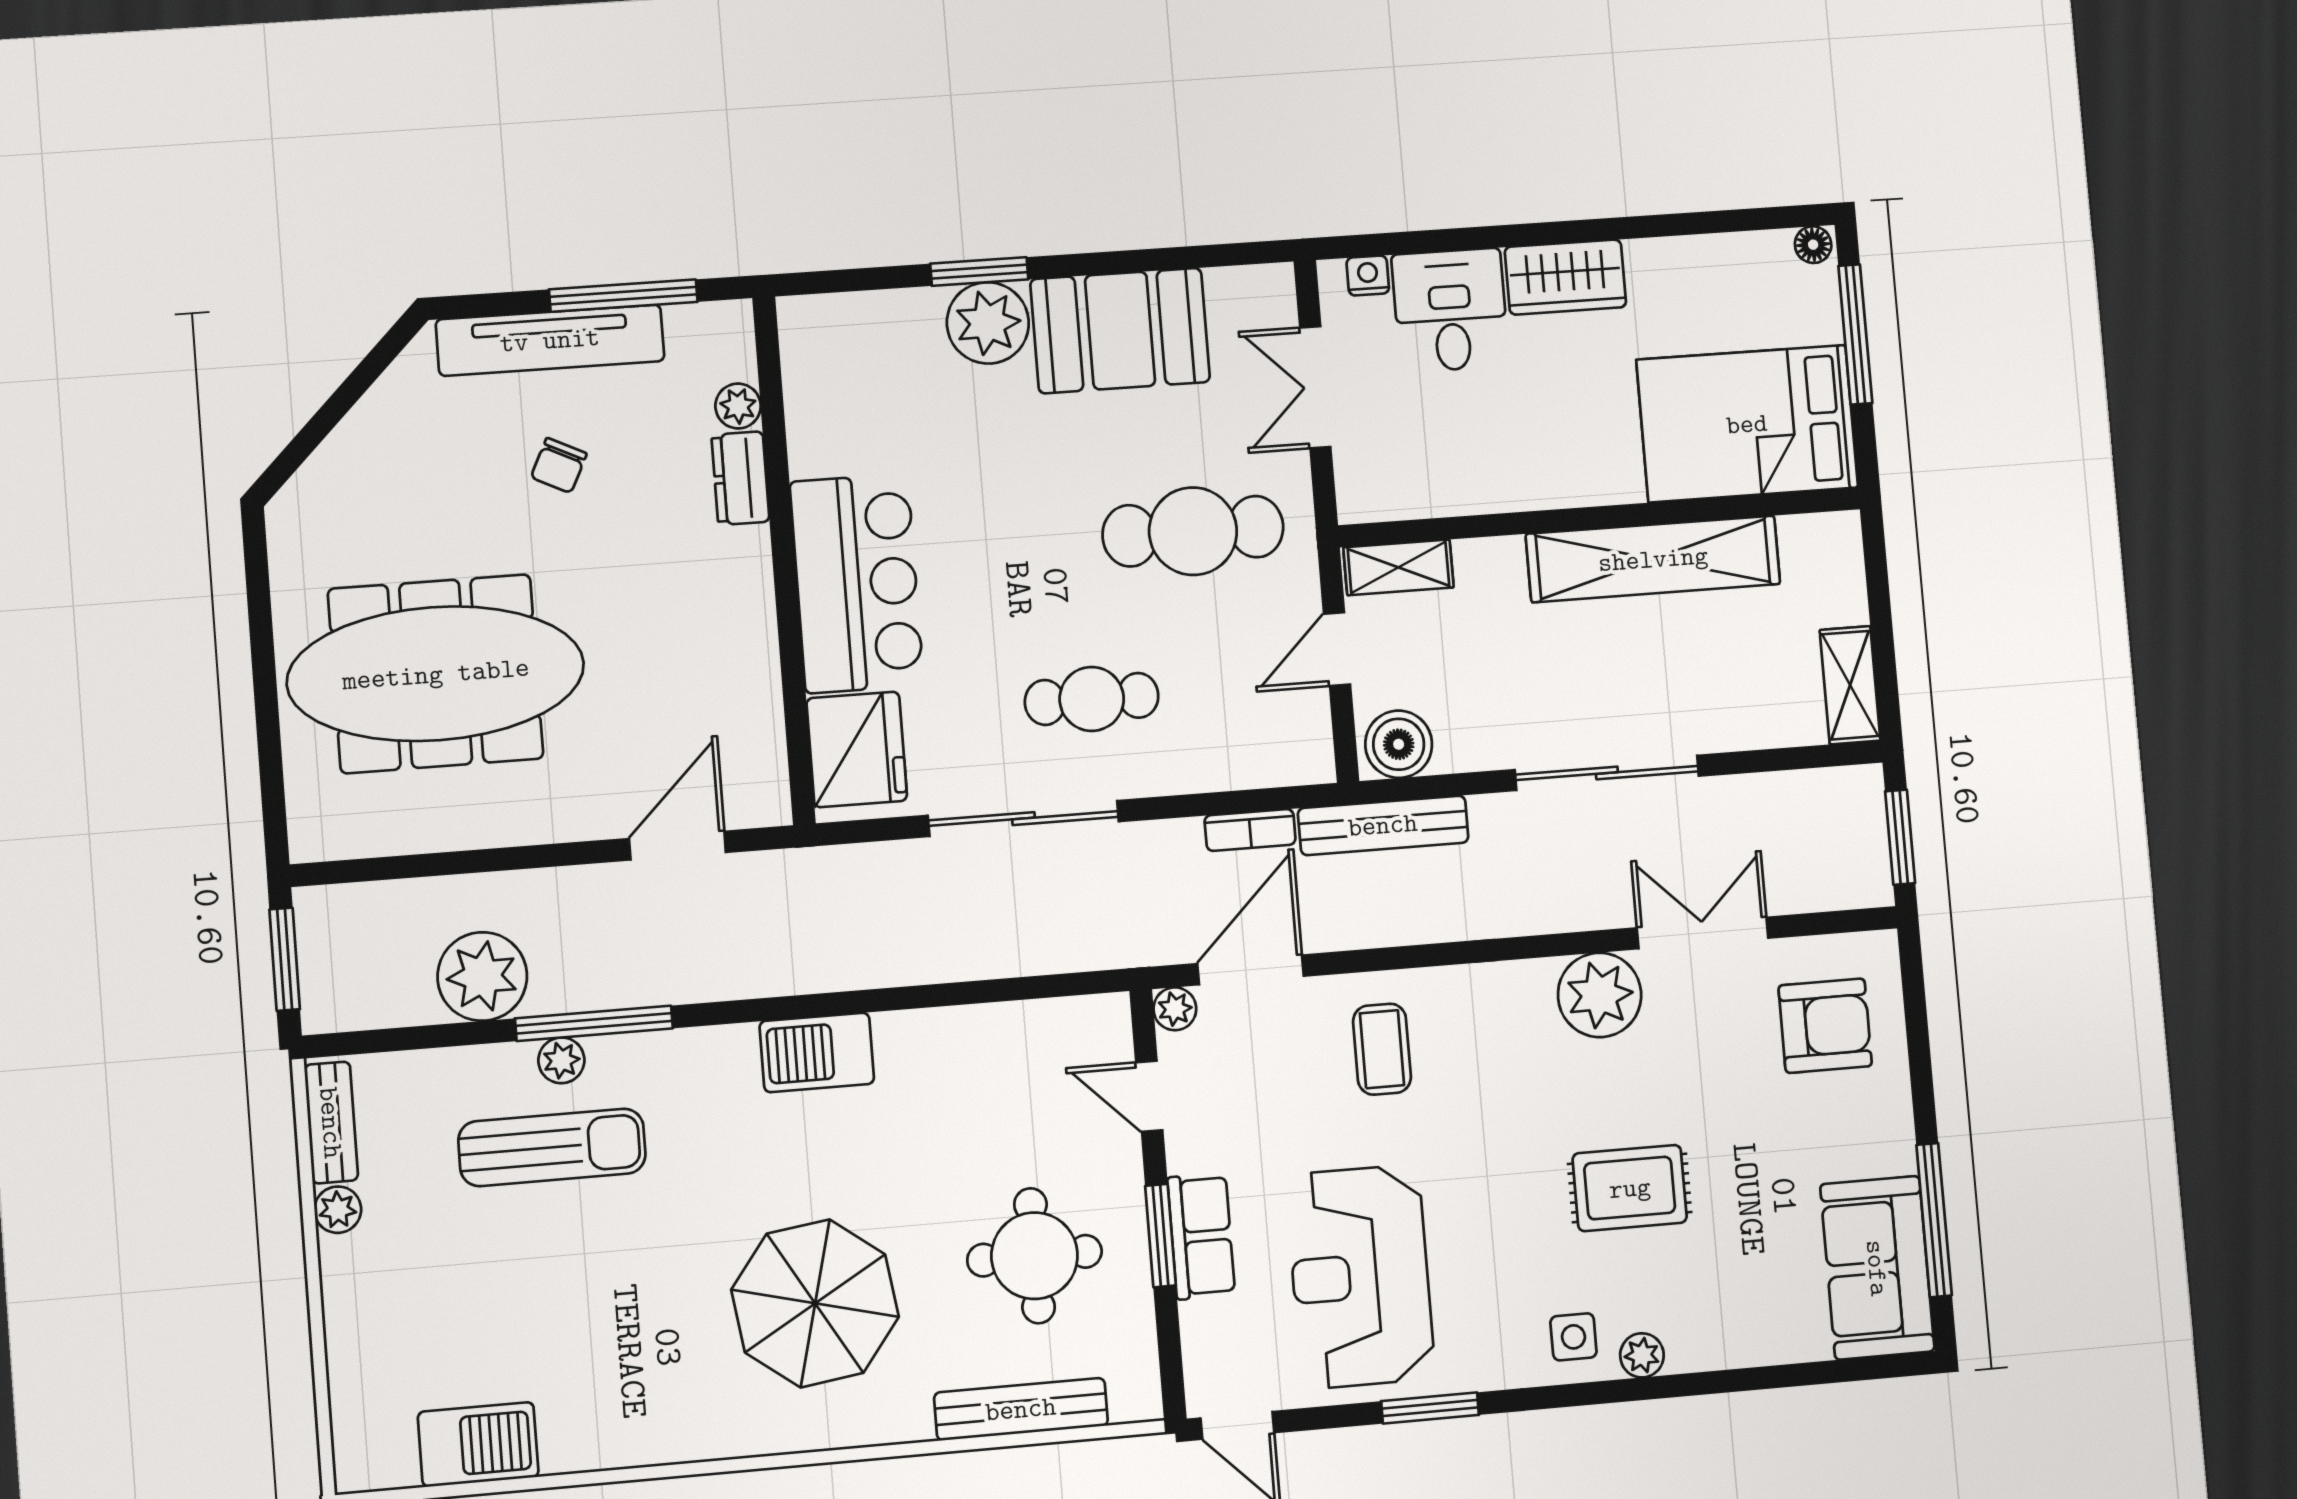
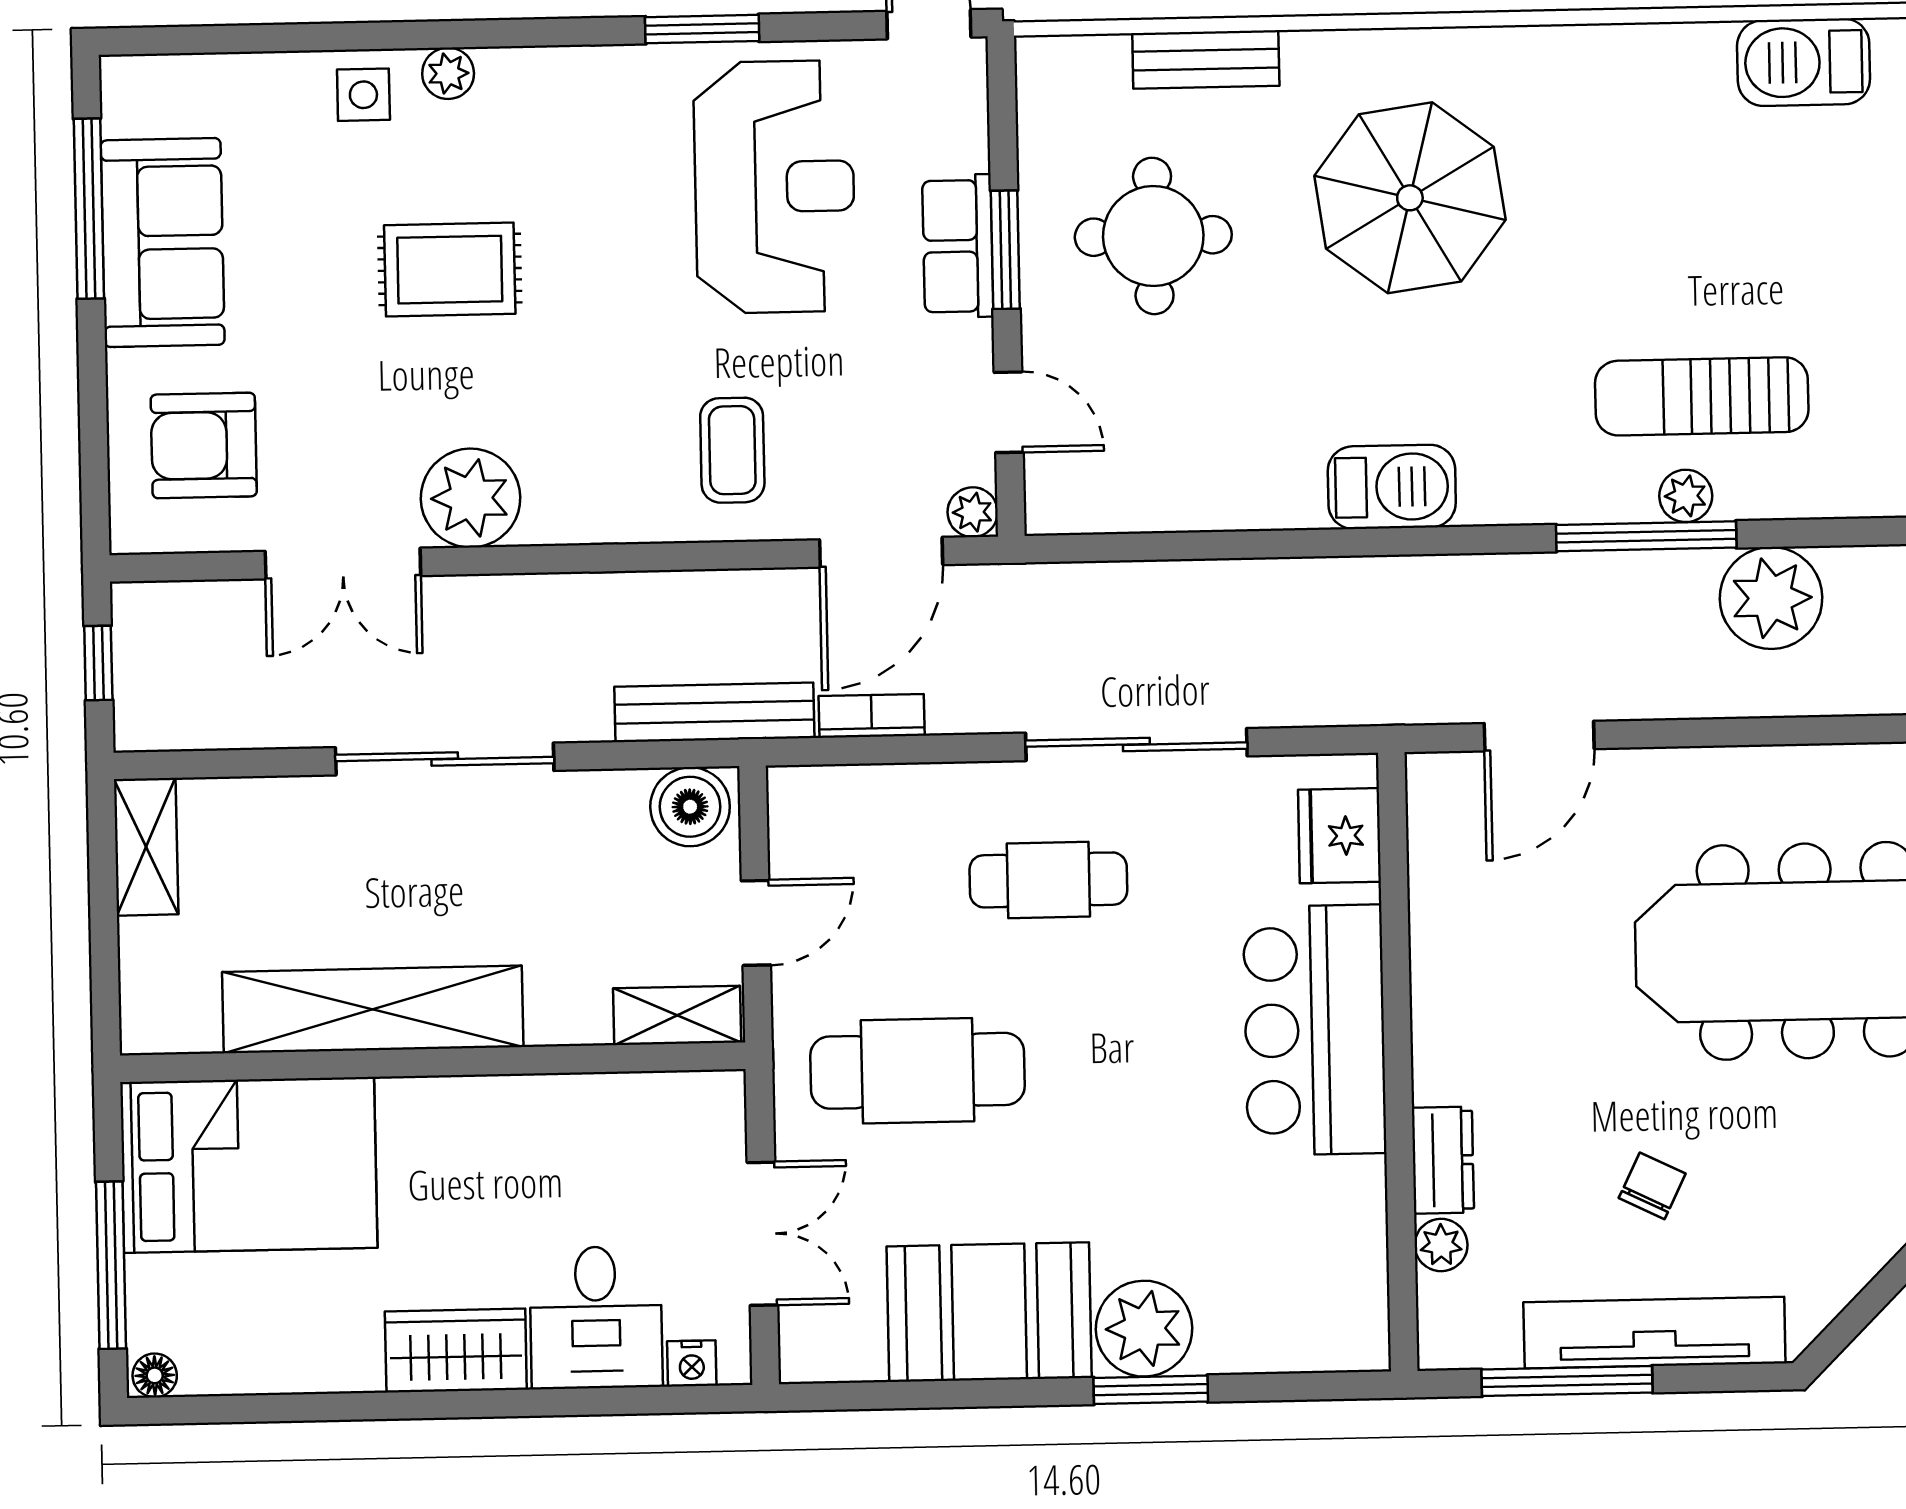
fridge: (857, 750) -> (1339, 836), width x0.73, depth x0.75
window: (1900, 837) -> (98, 663), width x0.67
sofa: (1877, 1268) -> (163, 243), moved
side table: (1573, 1337) -> (363, 95), moved
bench: (1021, 1409) -> (1206, 60), width x0.73

